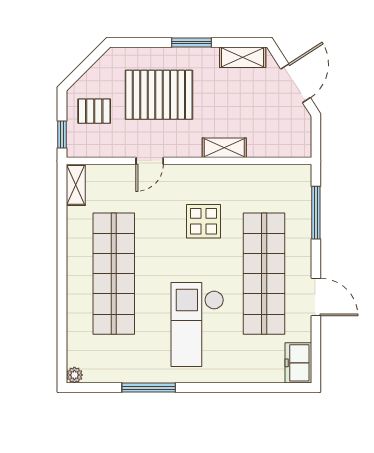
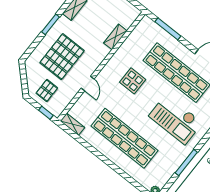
shelving: (224, 148) -> (115, 37), moved

